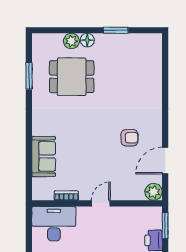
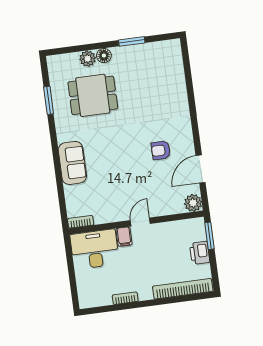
armchair: (129, 138) -> (161, 150), turned 180
sofa: (44, 156) -> (72, 163), moved
bookcase: (66, 196) -> (81, 222), moved
filing cabinet: (84, 215) -> (124, 237), added

